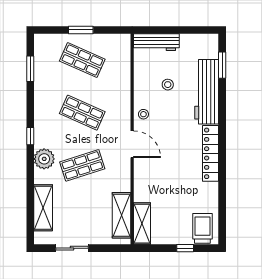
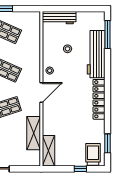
window: (222, 65) -> (107, 35), width x1.44
door: (132, 144) -> (41, 93), hinge flipped
window: (222, 213) -> (107, 143), added
shelving: (121, 215) -> (34, 133), moved

